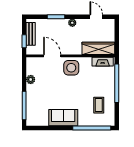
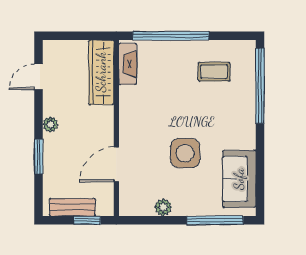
side table: (71, 68) -> (185, 153), moved
sofa: (63, 118) -> (239, 179), moved

